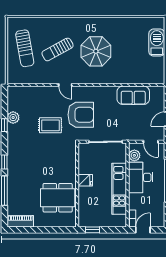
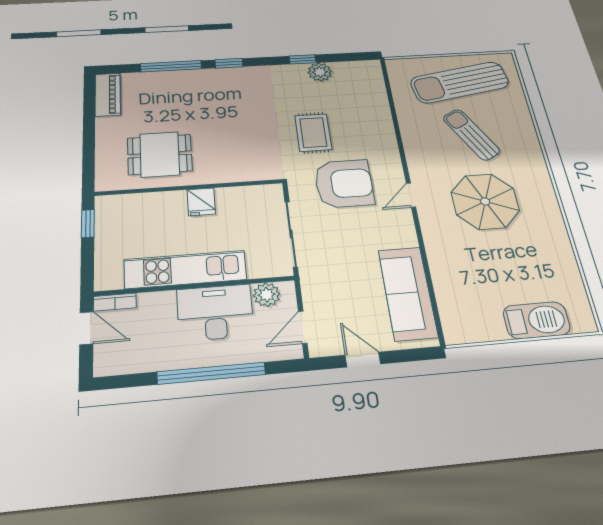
sun lounger: (25, 48) -> (460, 82), width x1.36, depth x1.34
door: (65, 85) -> (411, 195), moved
sofa: (133, 95) -> (408, 293), width x1.36
armchair: (81, 115) -> (344, 184), turned -90
dining table: (58, 198) -> (160, 154), width x0.73

